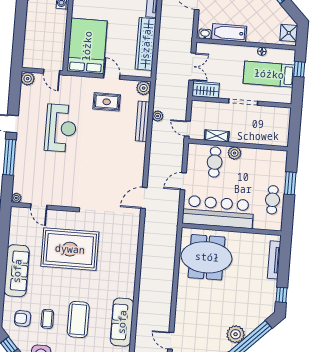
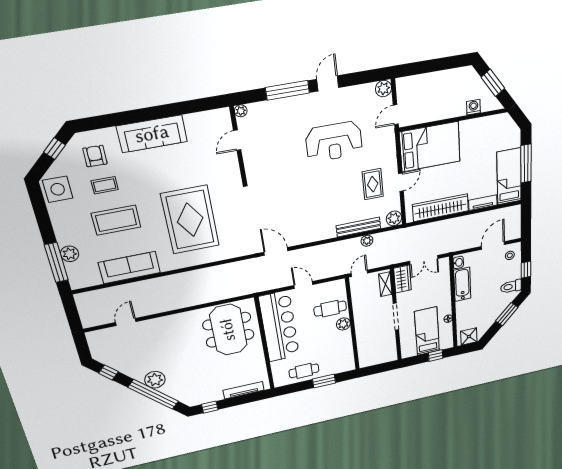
shelving: (217, 136) -> (385, 284), moved
rug: (70, 249) -> (190, 220), moved

